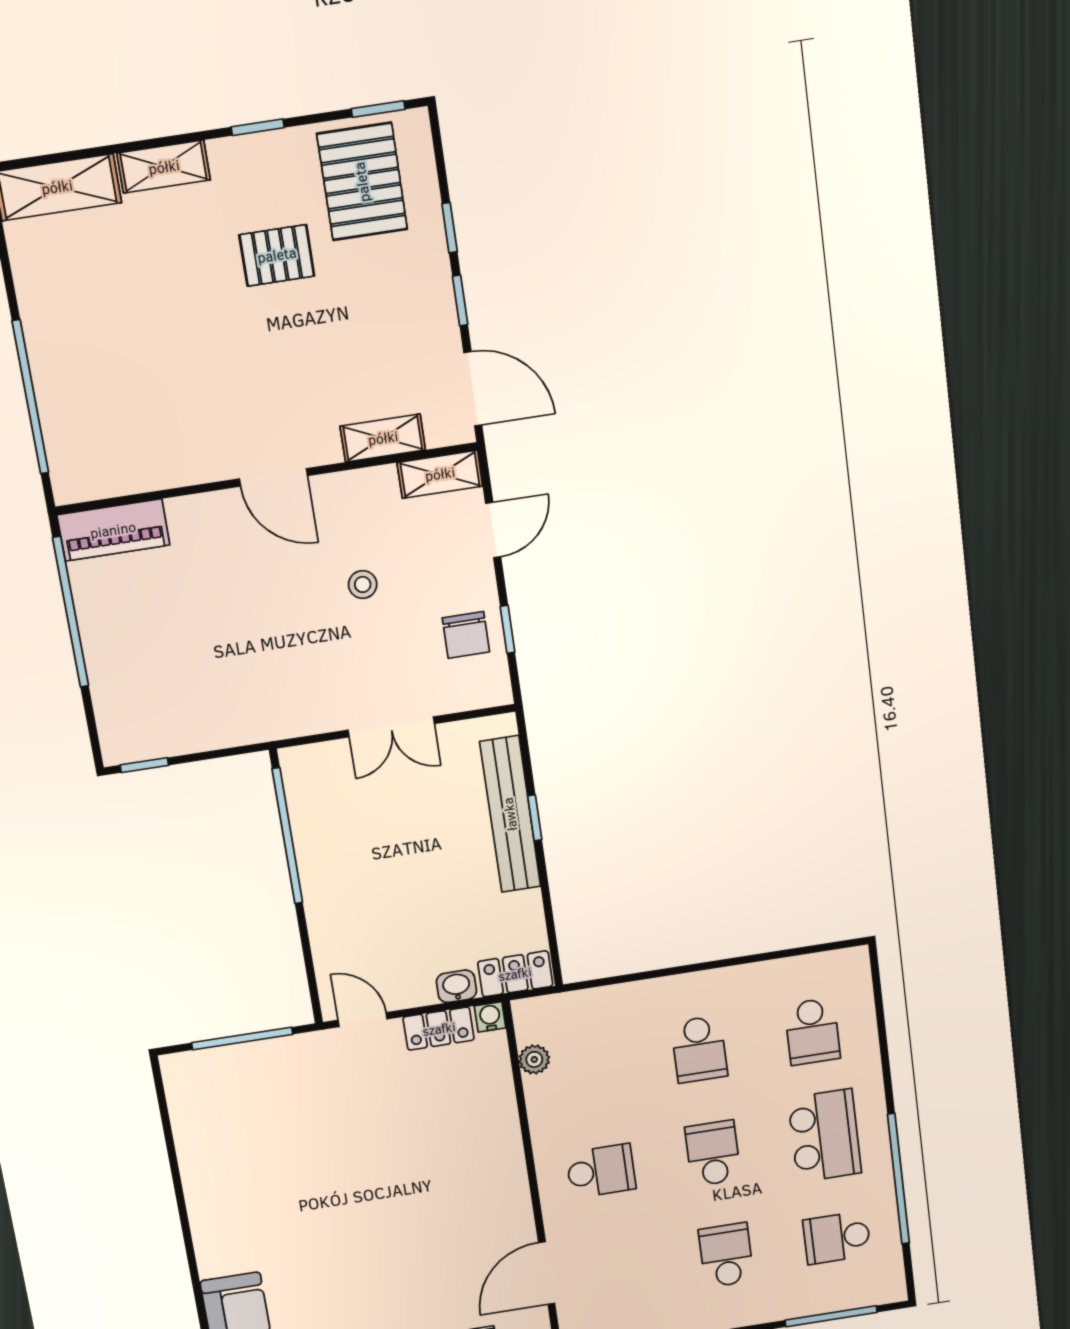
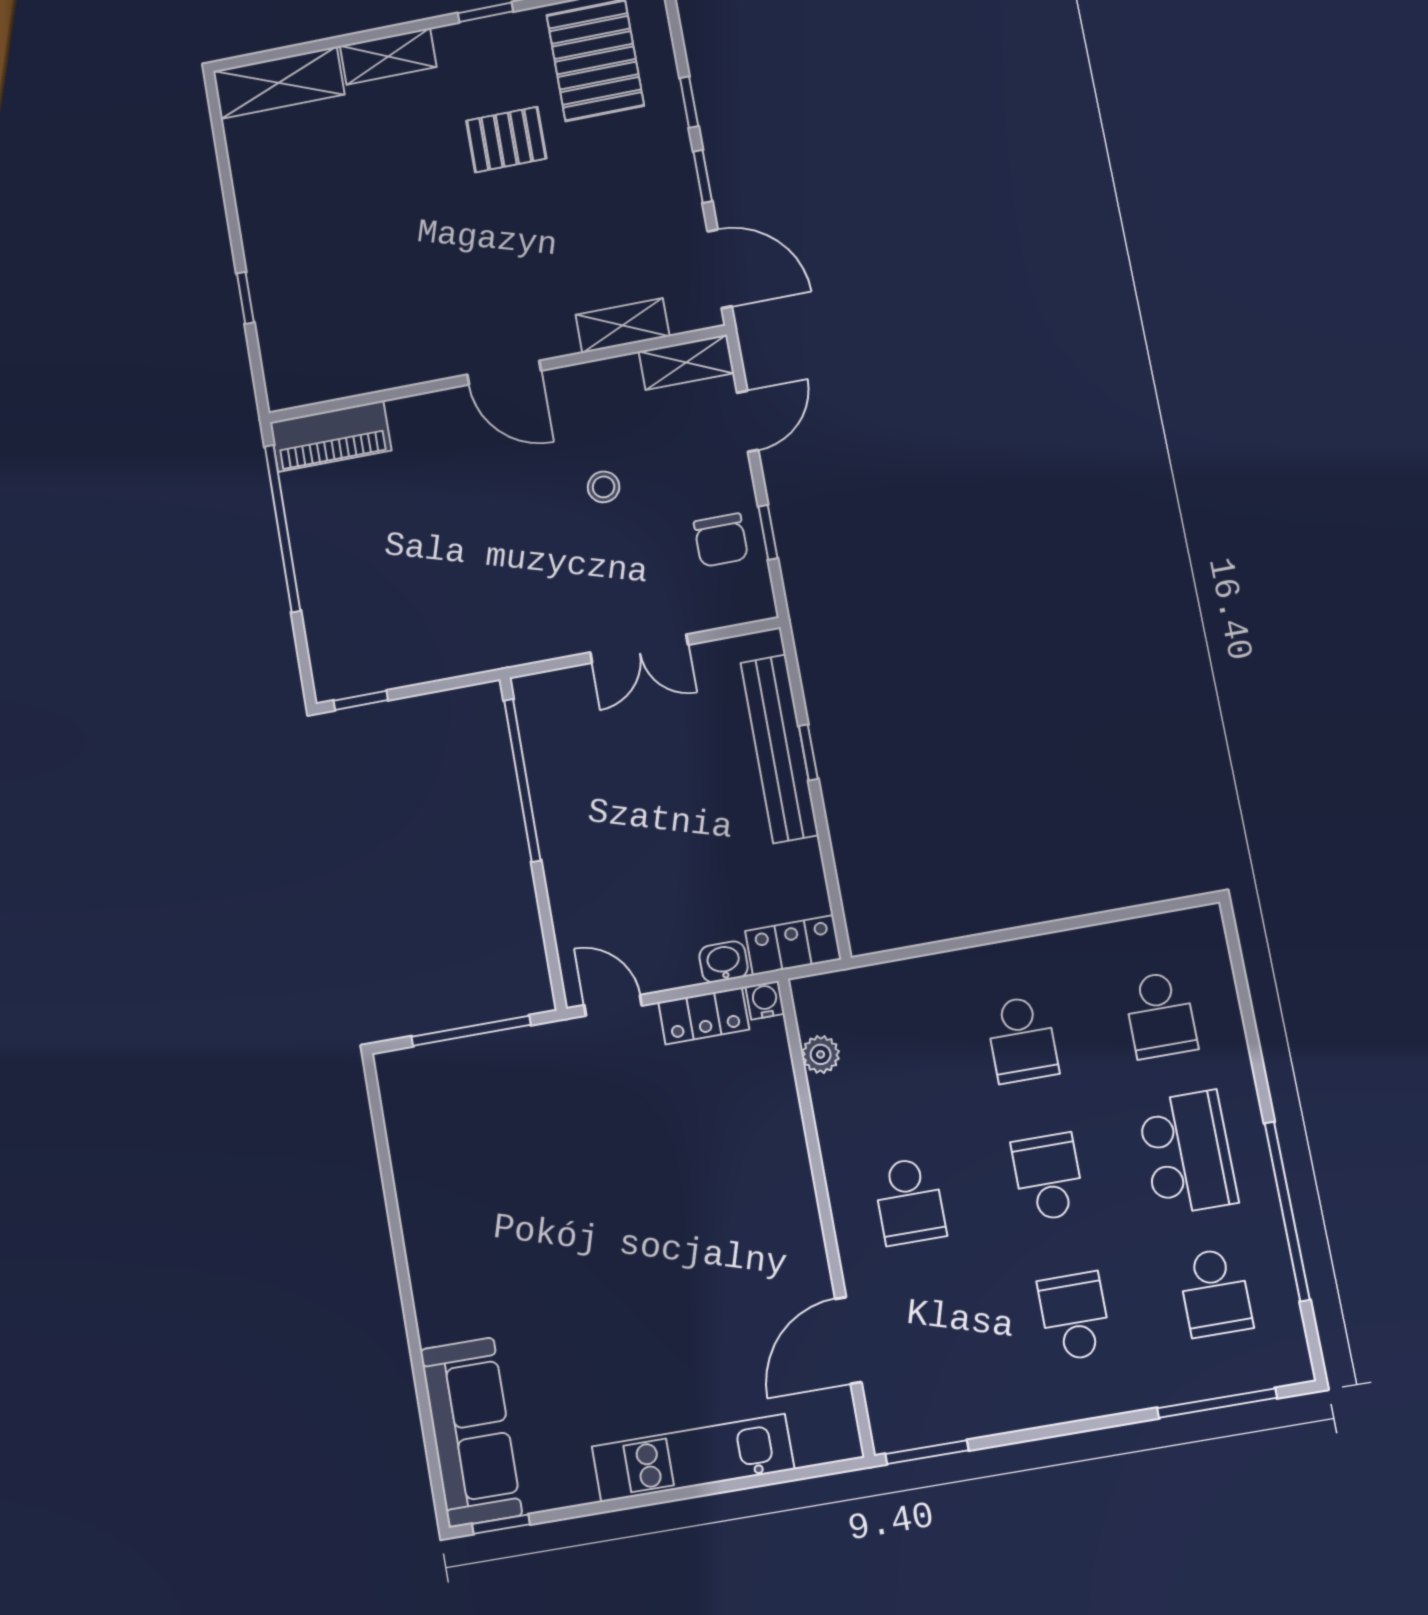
window: (30, 397) -> (245, 298), width x0.32
school desk: (601, 1171) -> (909, 1201), turned 90
school desk: (837, 1238) -> (1215, 1292), turned -90

